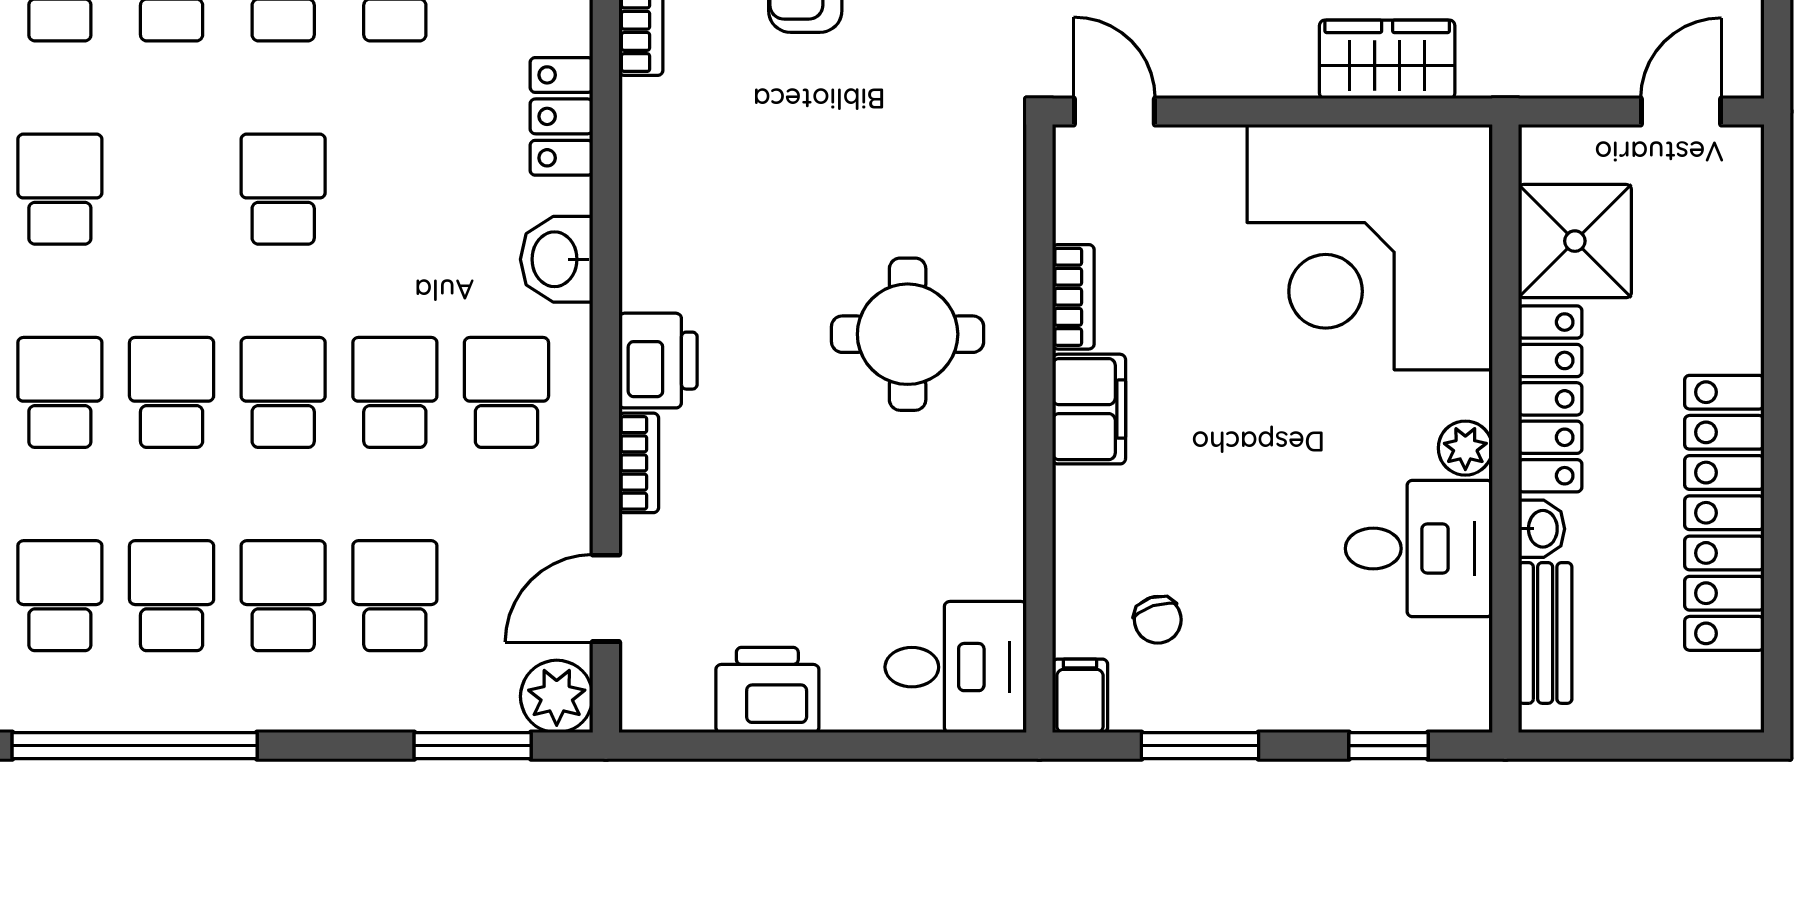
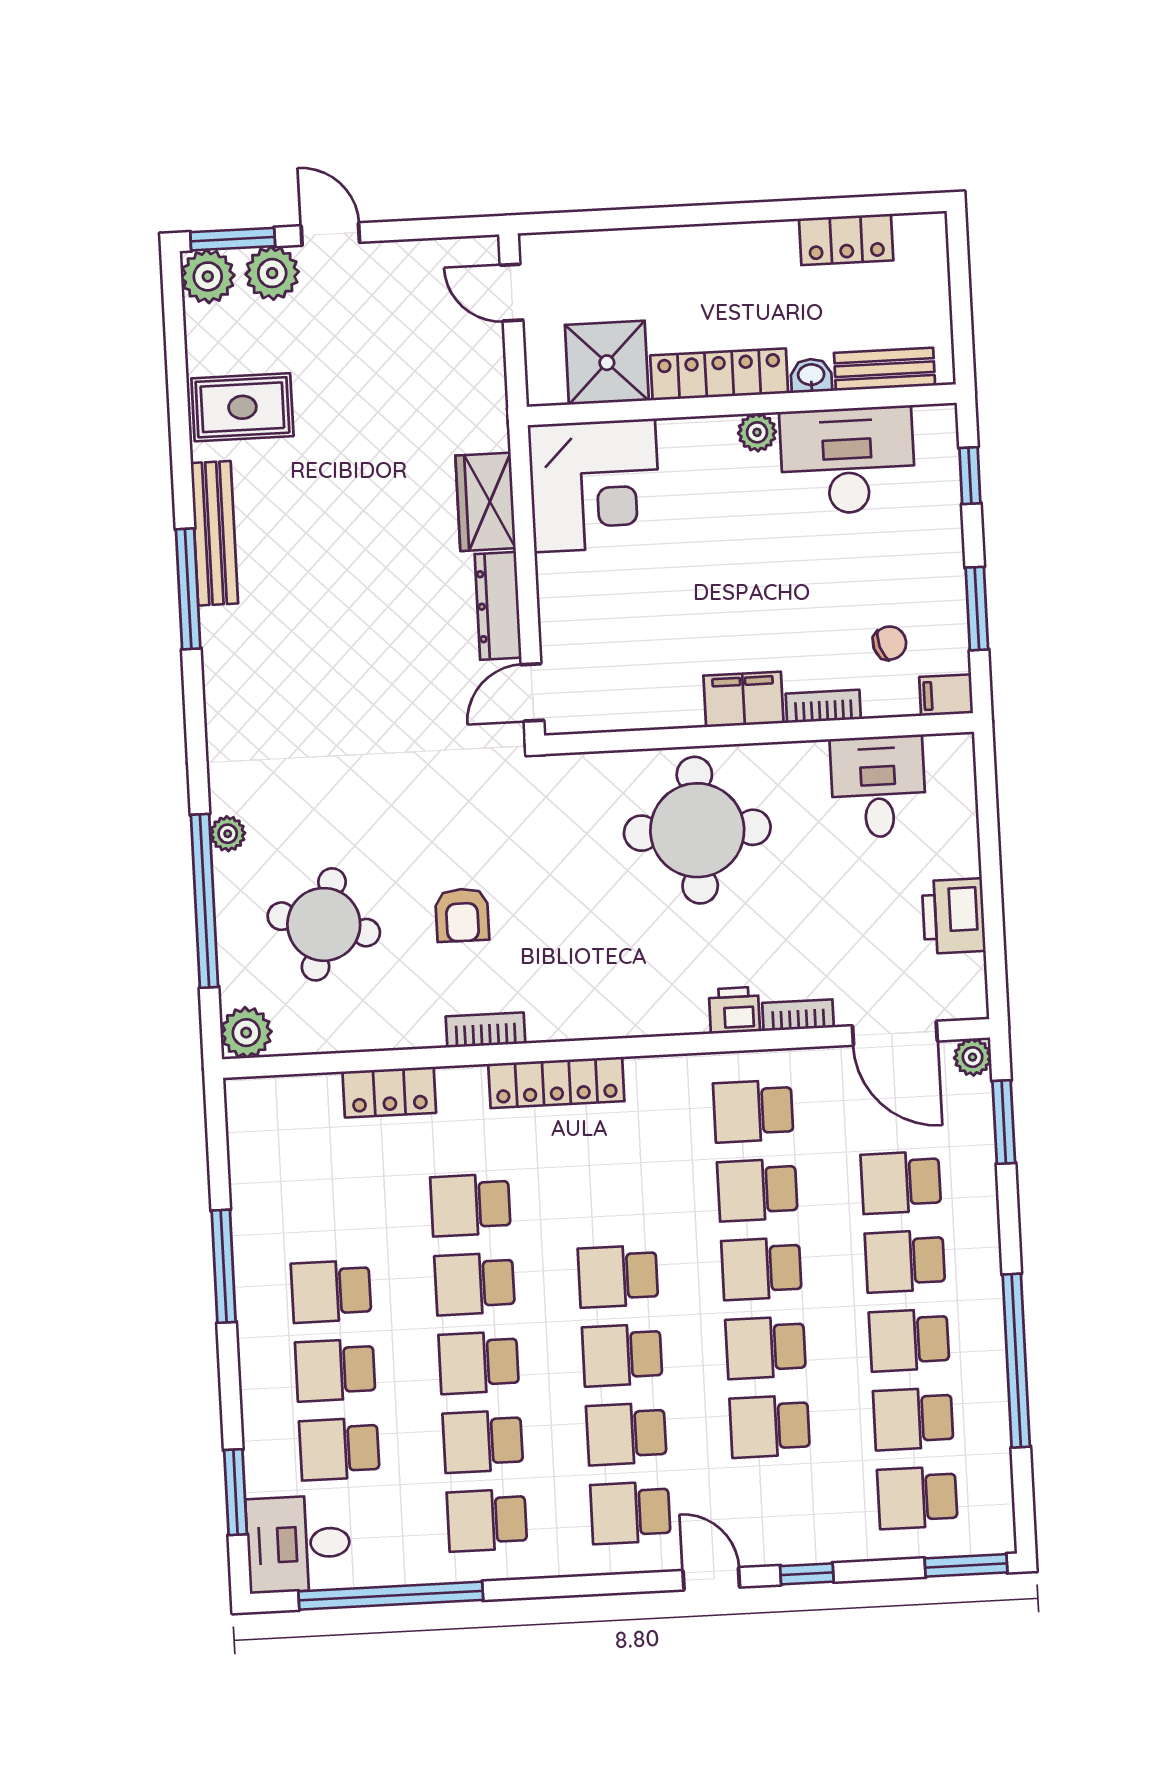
dresser: (1239, 69) -> (498, 606), added
locker: (562, 116) -> (556, 1082), width x1.53
school desk: (172, 189) -> (622, 1355), added
corner desk: (1370, 247) -> (595, 486), width x0.74, depth x0.74
washbasin: (557, 259) -> (657, 1081), removed
bookcase: (1073, 297) -> (823, 706), moved
round table: (908, 334) -> (697, 830), width x1.36, depth x1.36
printer: (658, 361) -> (734, 1010), width x0.73, depth x0.81
locker: (1724, 513) -> (846, 239), width x0.46, depth x0.83
desk: (1419, 549) -> (848, 460), width x1.37
door: (606, 598) -> (895, 1033), width x1.38
desk: (956, 667) -> (878, 787), moved
plant: (557, 696) -> (973, 1057), width x0.73, depth x0.73

